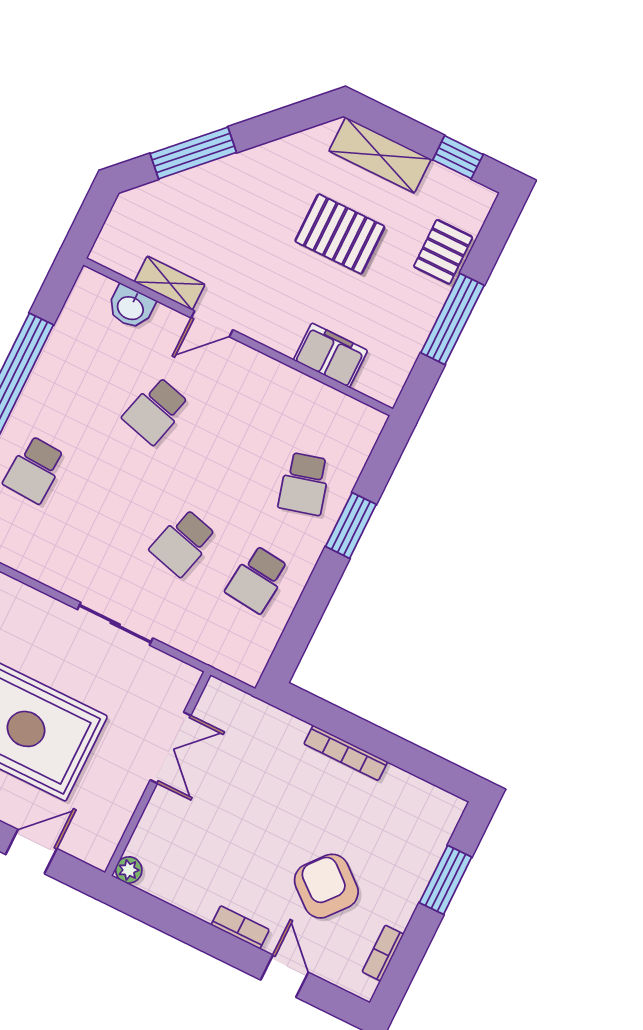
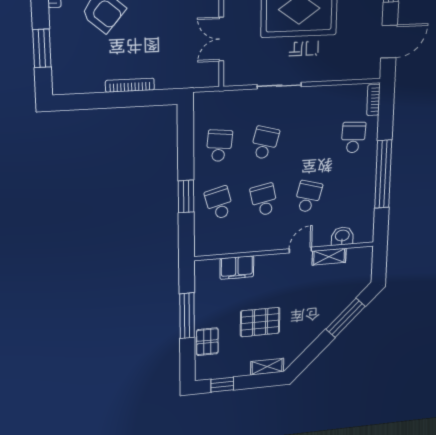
shelving: (380, 155) -> (267, 367), width x0.67, depth x0.75
school desk: (230, 447) -> (264, 200), added

